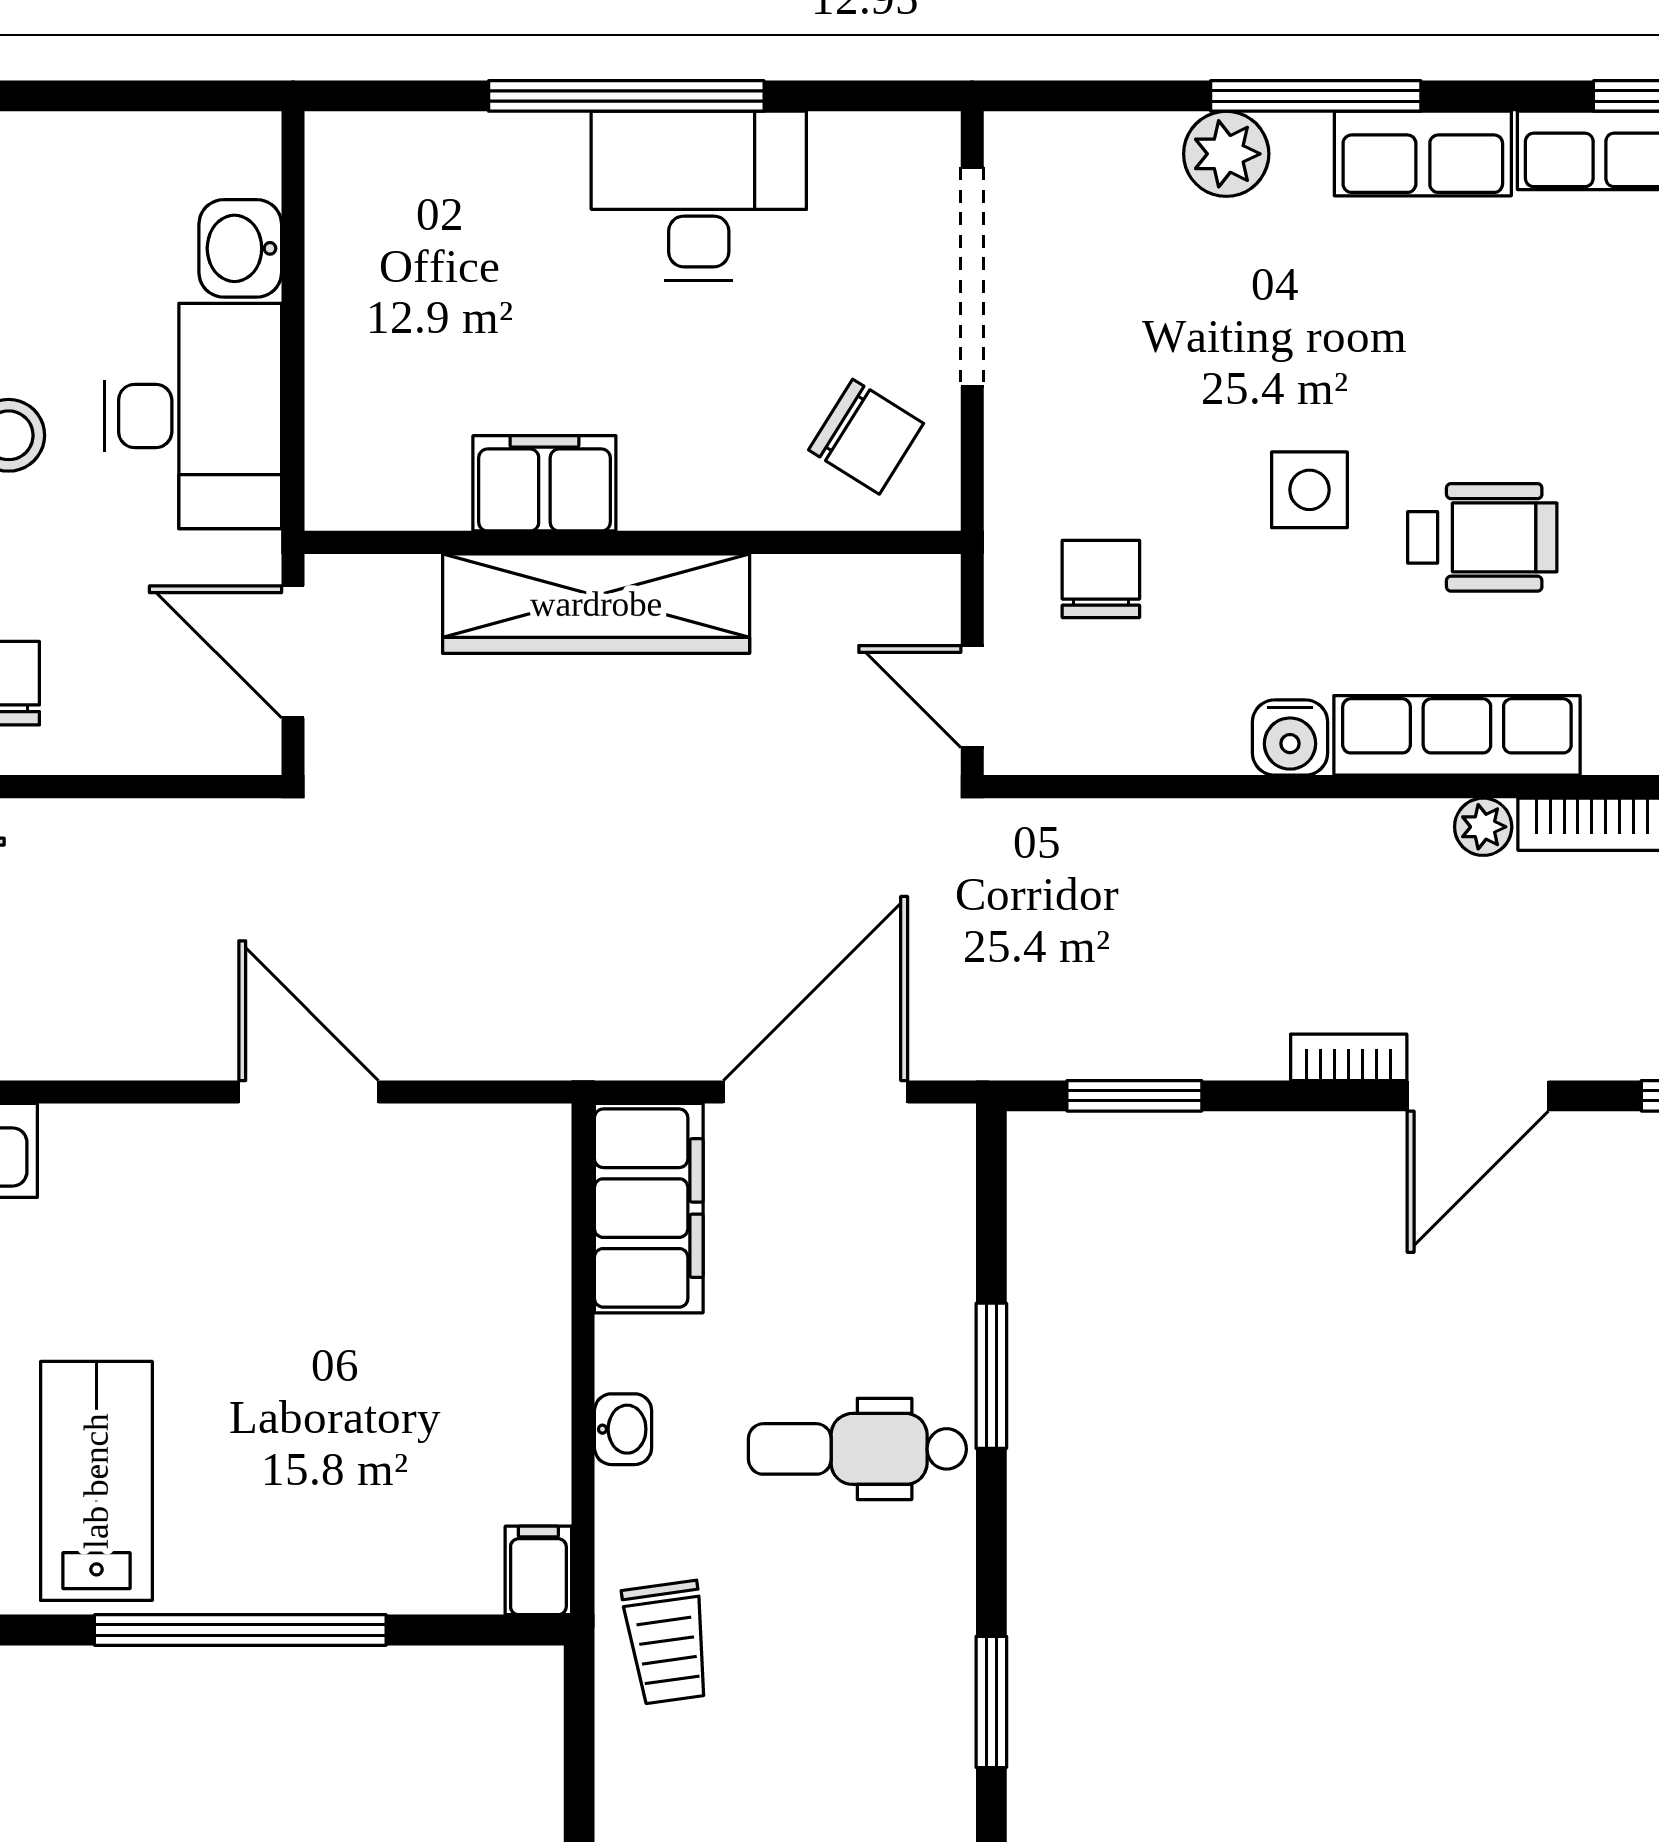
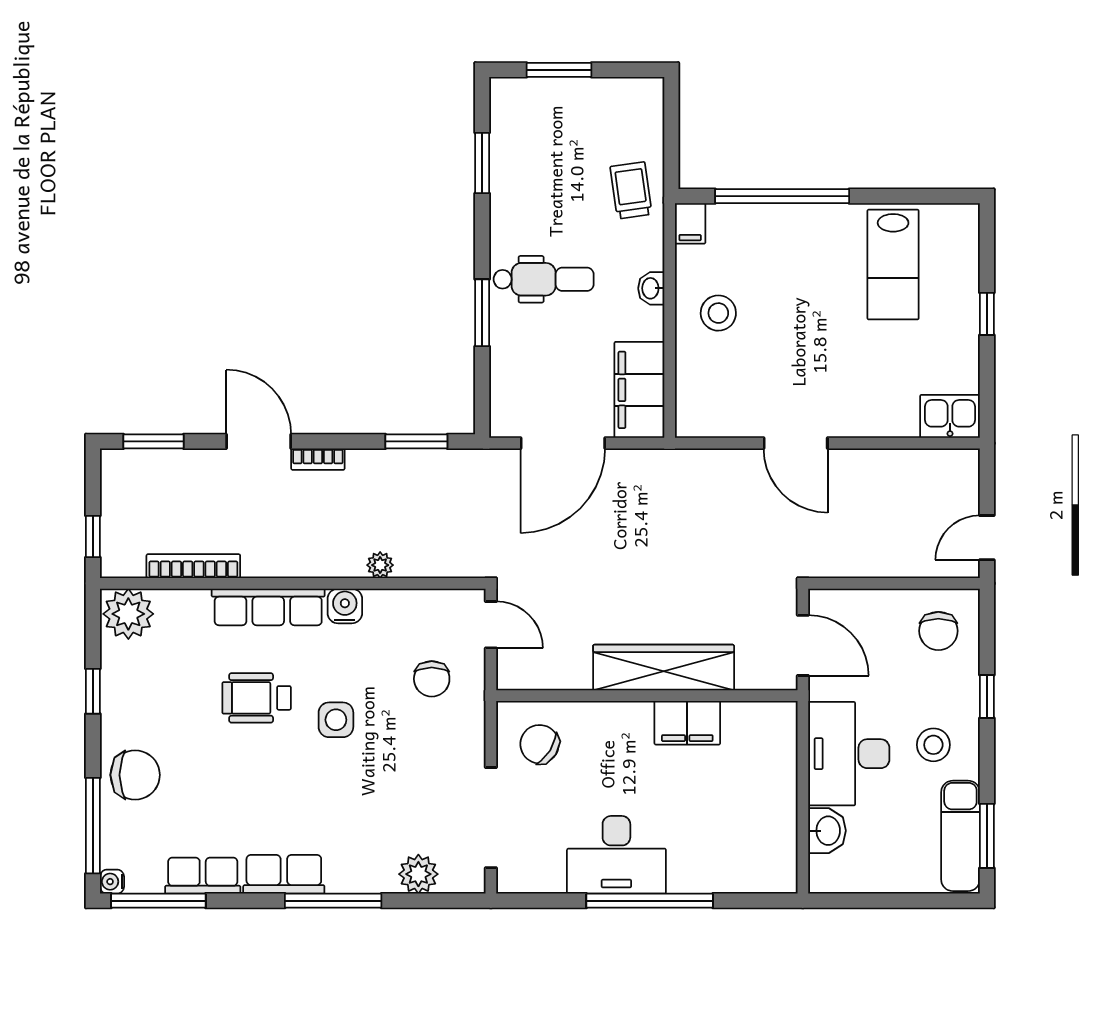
plant: (1226, 154) -> (418, 874), moved
plant: (1483, 827) -> (380, 565), moved
door: (1478, 1096) -> (259, 441), hinge flipped
stool: (477, 1375) -> (718, 313), added
window: (240, 1630) -> (782, 196), moved

